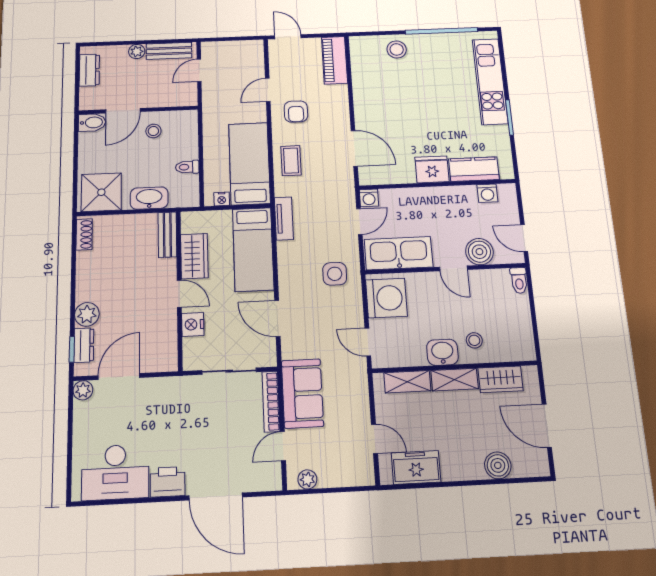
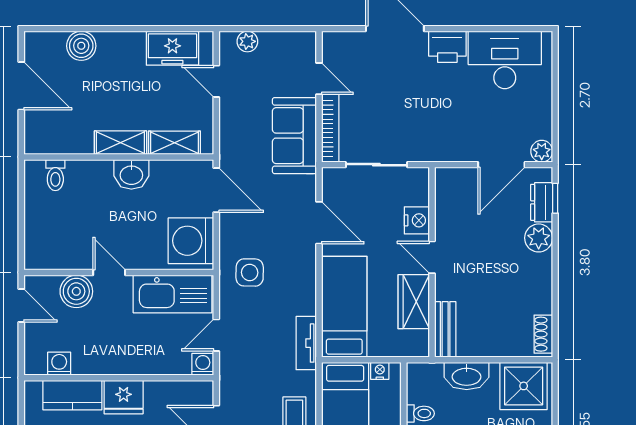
toilet: (519, 280) -> (55, 175), moved, turned 180
stool: (474, 340) -> (93, 186), removed
door: (368, 342) -> (216, 190), width x1.37
wardrobe: (500, 379) -> (68, 140), removed
door: (283, 446) -> (319, 79), hinge flipped
plant: (307, 479) -> (247, 41), moved

